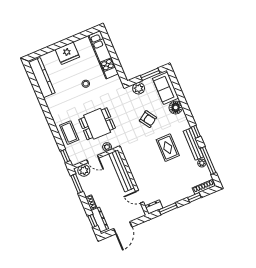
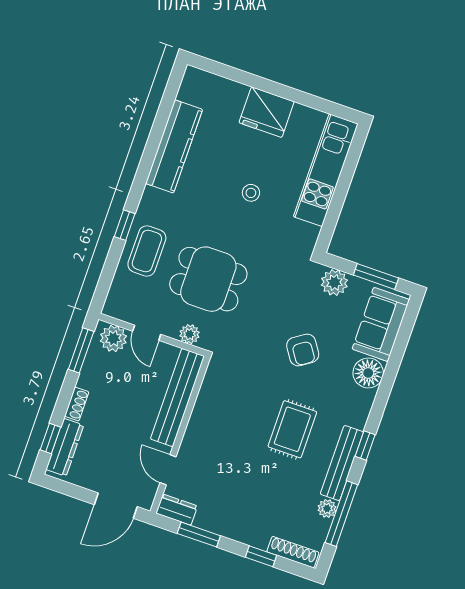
kitchen counter: (42, 78) -> (174, 146), moved
window: (65, 156) -> (125, 225), moved
door: (123, 228) -> (116, 506), moved

